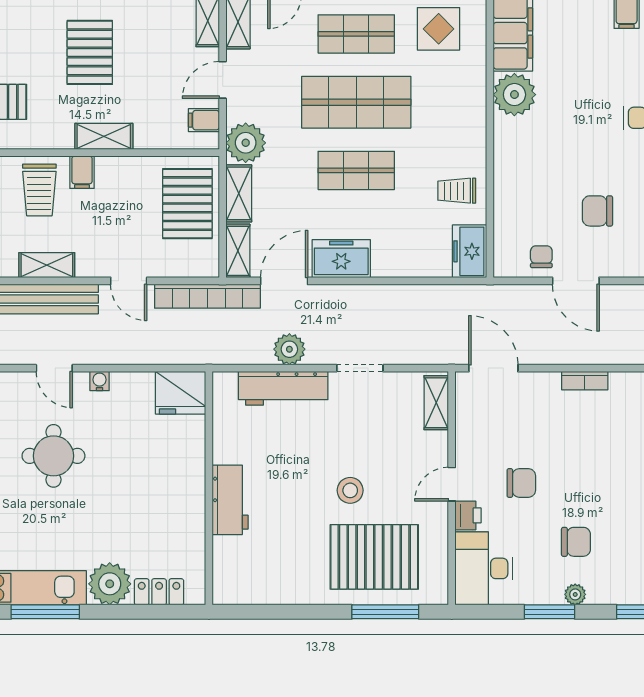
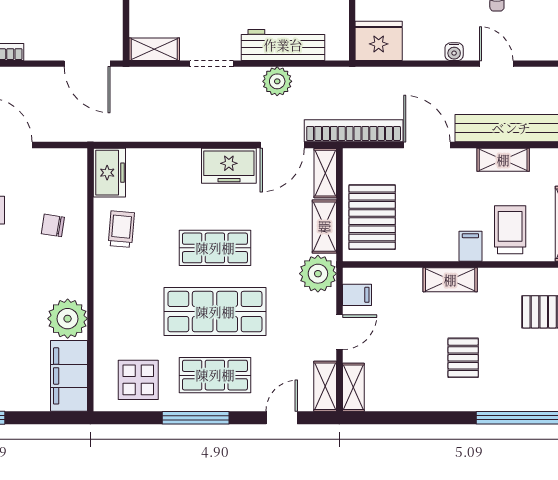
pallet: (90, 52) -> (463, 358), width x0.67, depth x0.71
trolley: (457, 191) -> (121, 229), turned -85
chair: (541, 257) -> (53, 225), moved, turned 99
door: (129, 281) -> (427, 145), width x1.38
shelving: (436, 403) -> (154, 49), moved, turned 90

